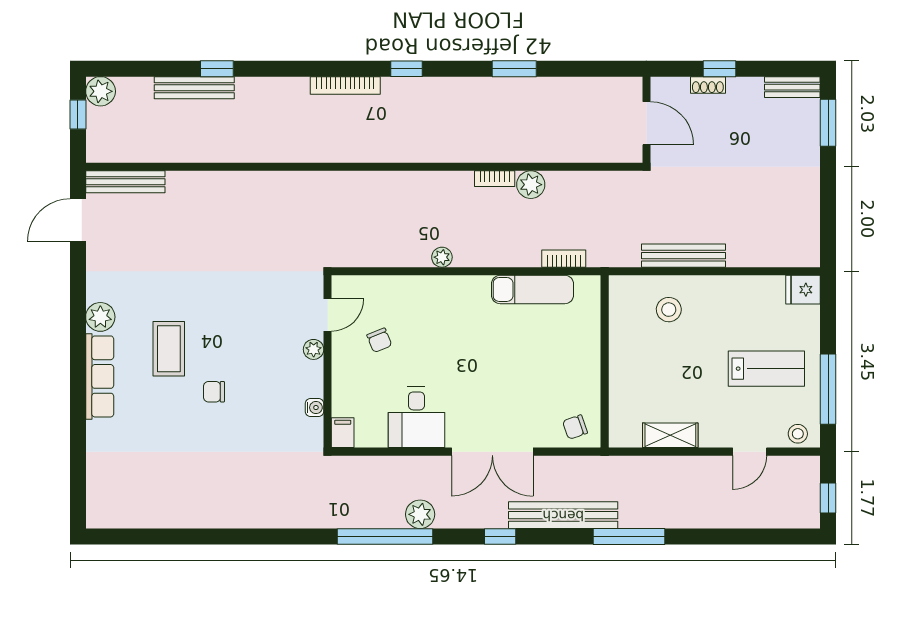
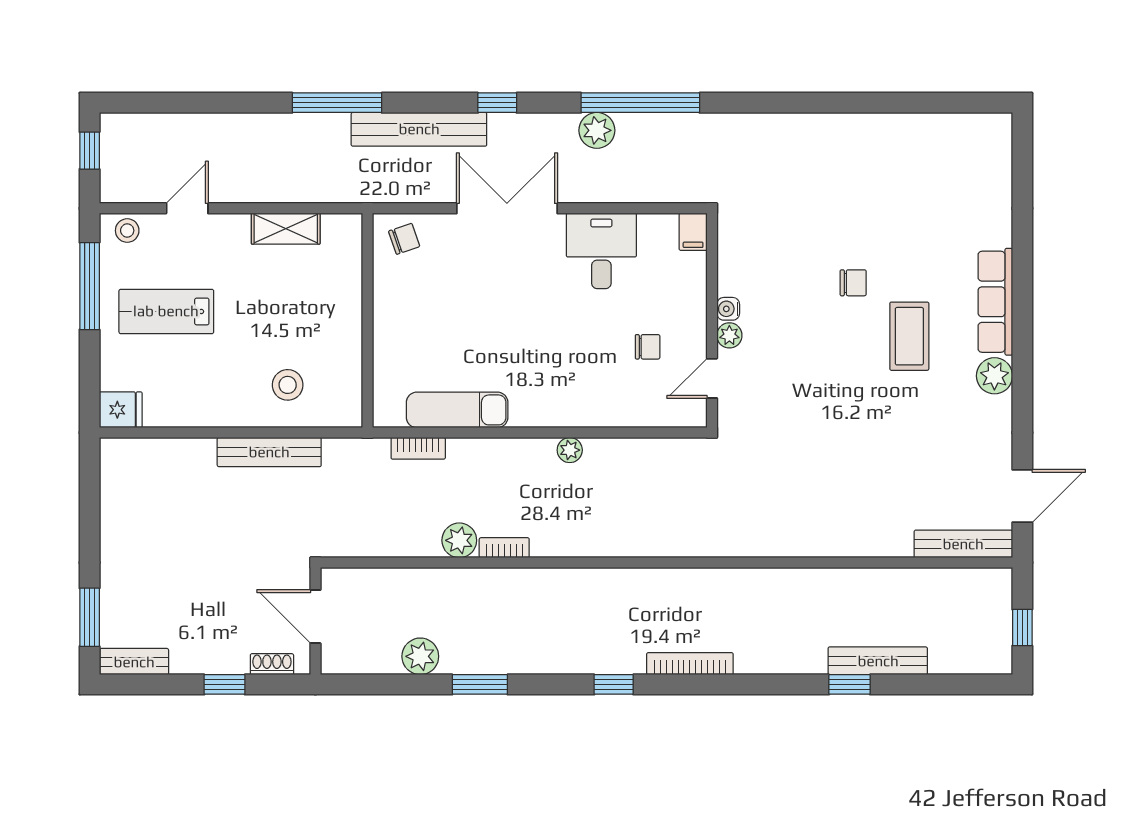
shoe rack: (708, 85) -> (272, 664), moved
plant: (101, 91) -> (420, 656), moved
chair: (379, 340) -> (648, 347), turned 112
water cooler: (314, 408) -> (728, 309), moved

